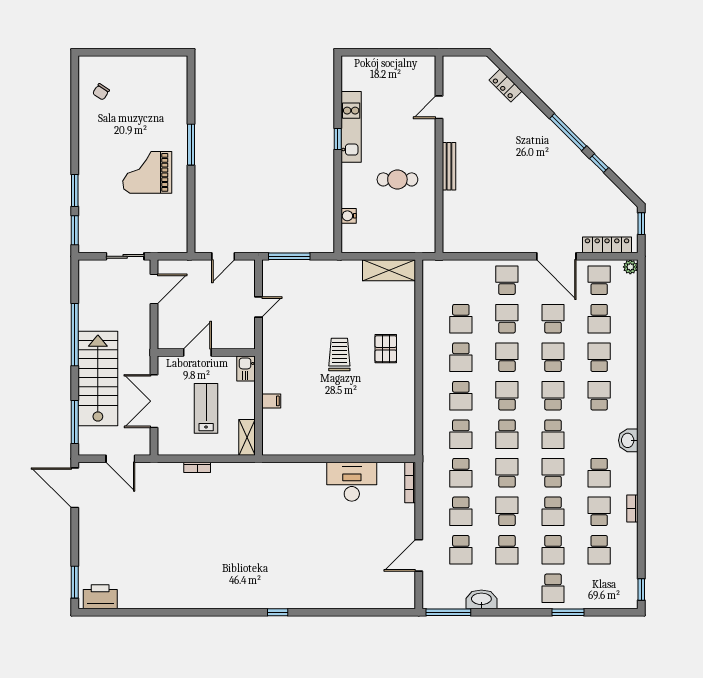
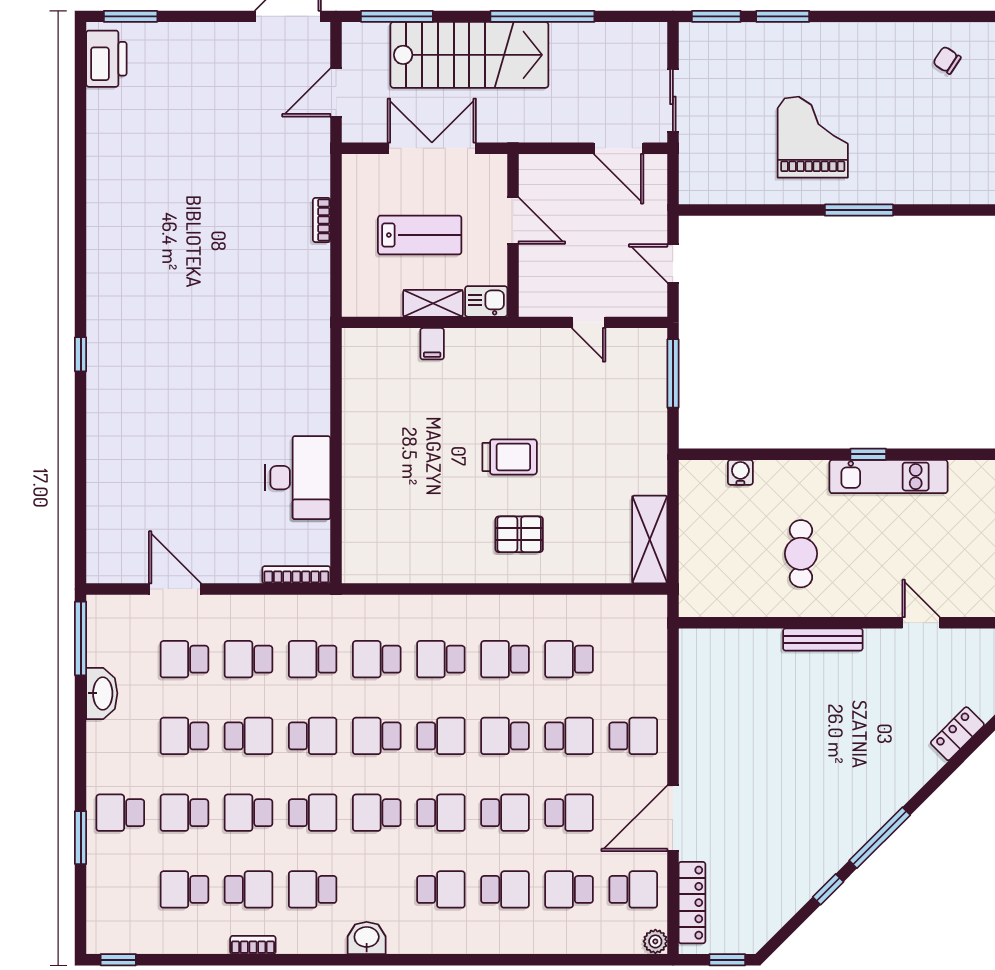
school desk: (507, 357) -> (505, 736), turned 180
shelving: (247, 437) -> (433, 303), moved

